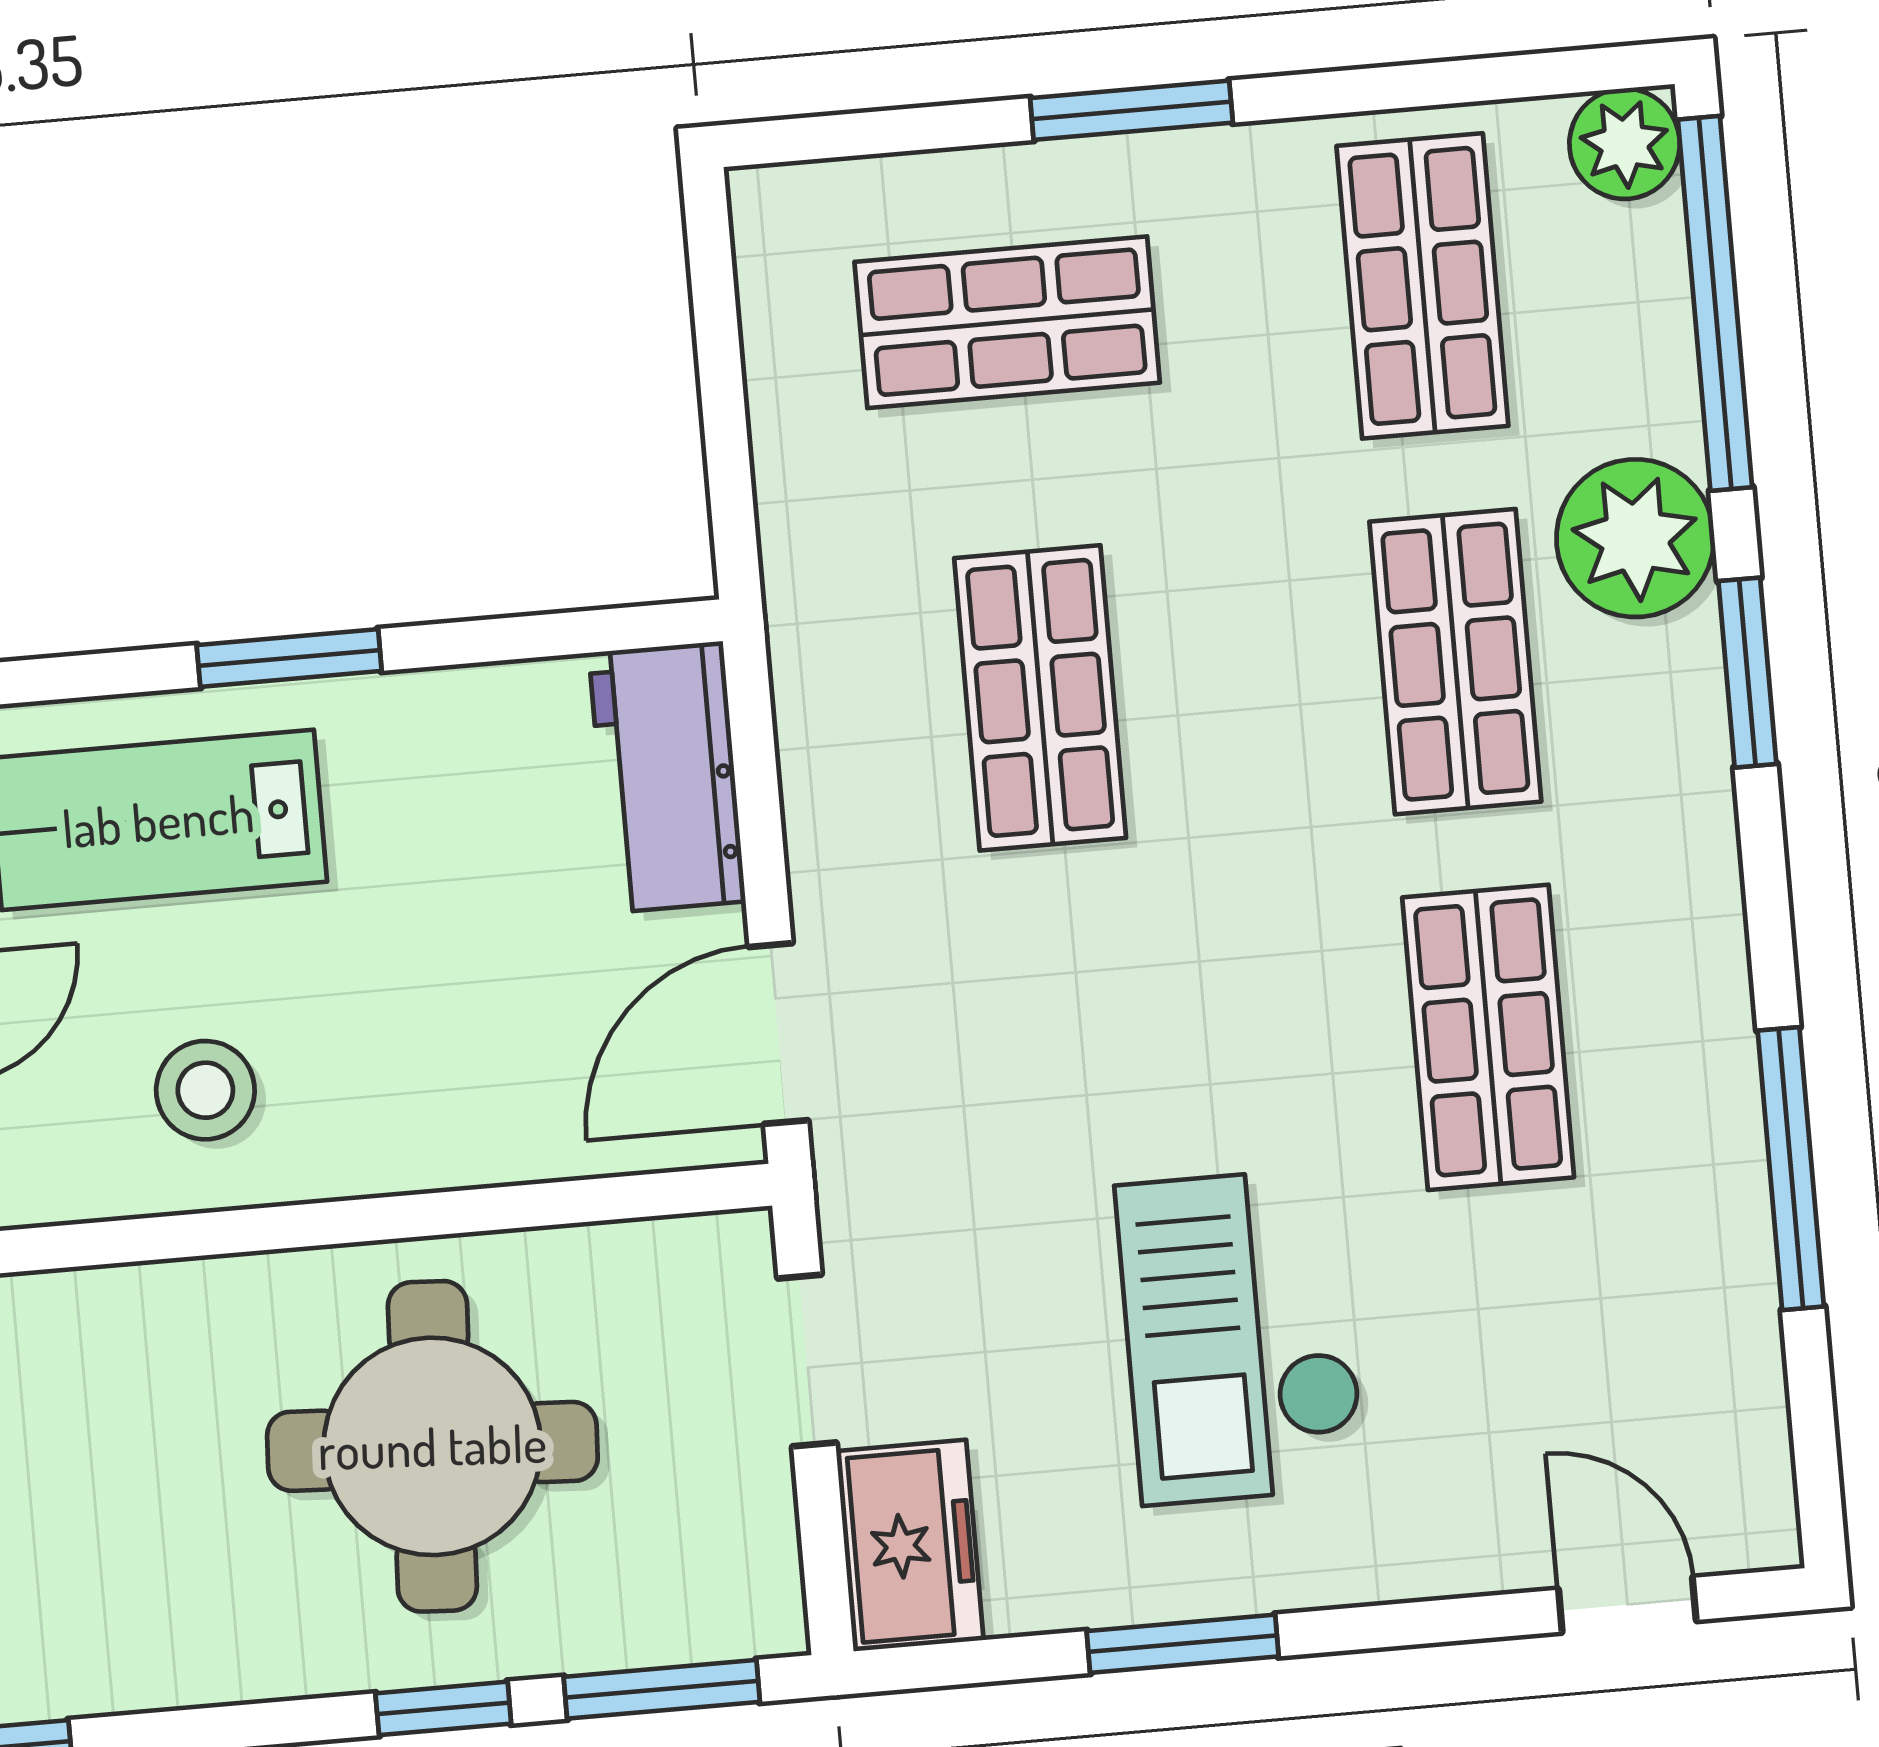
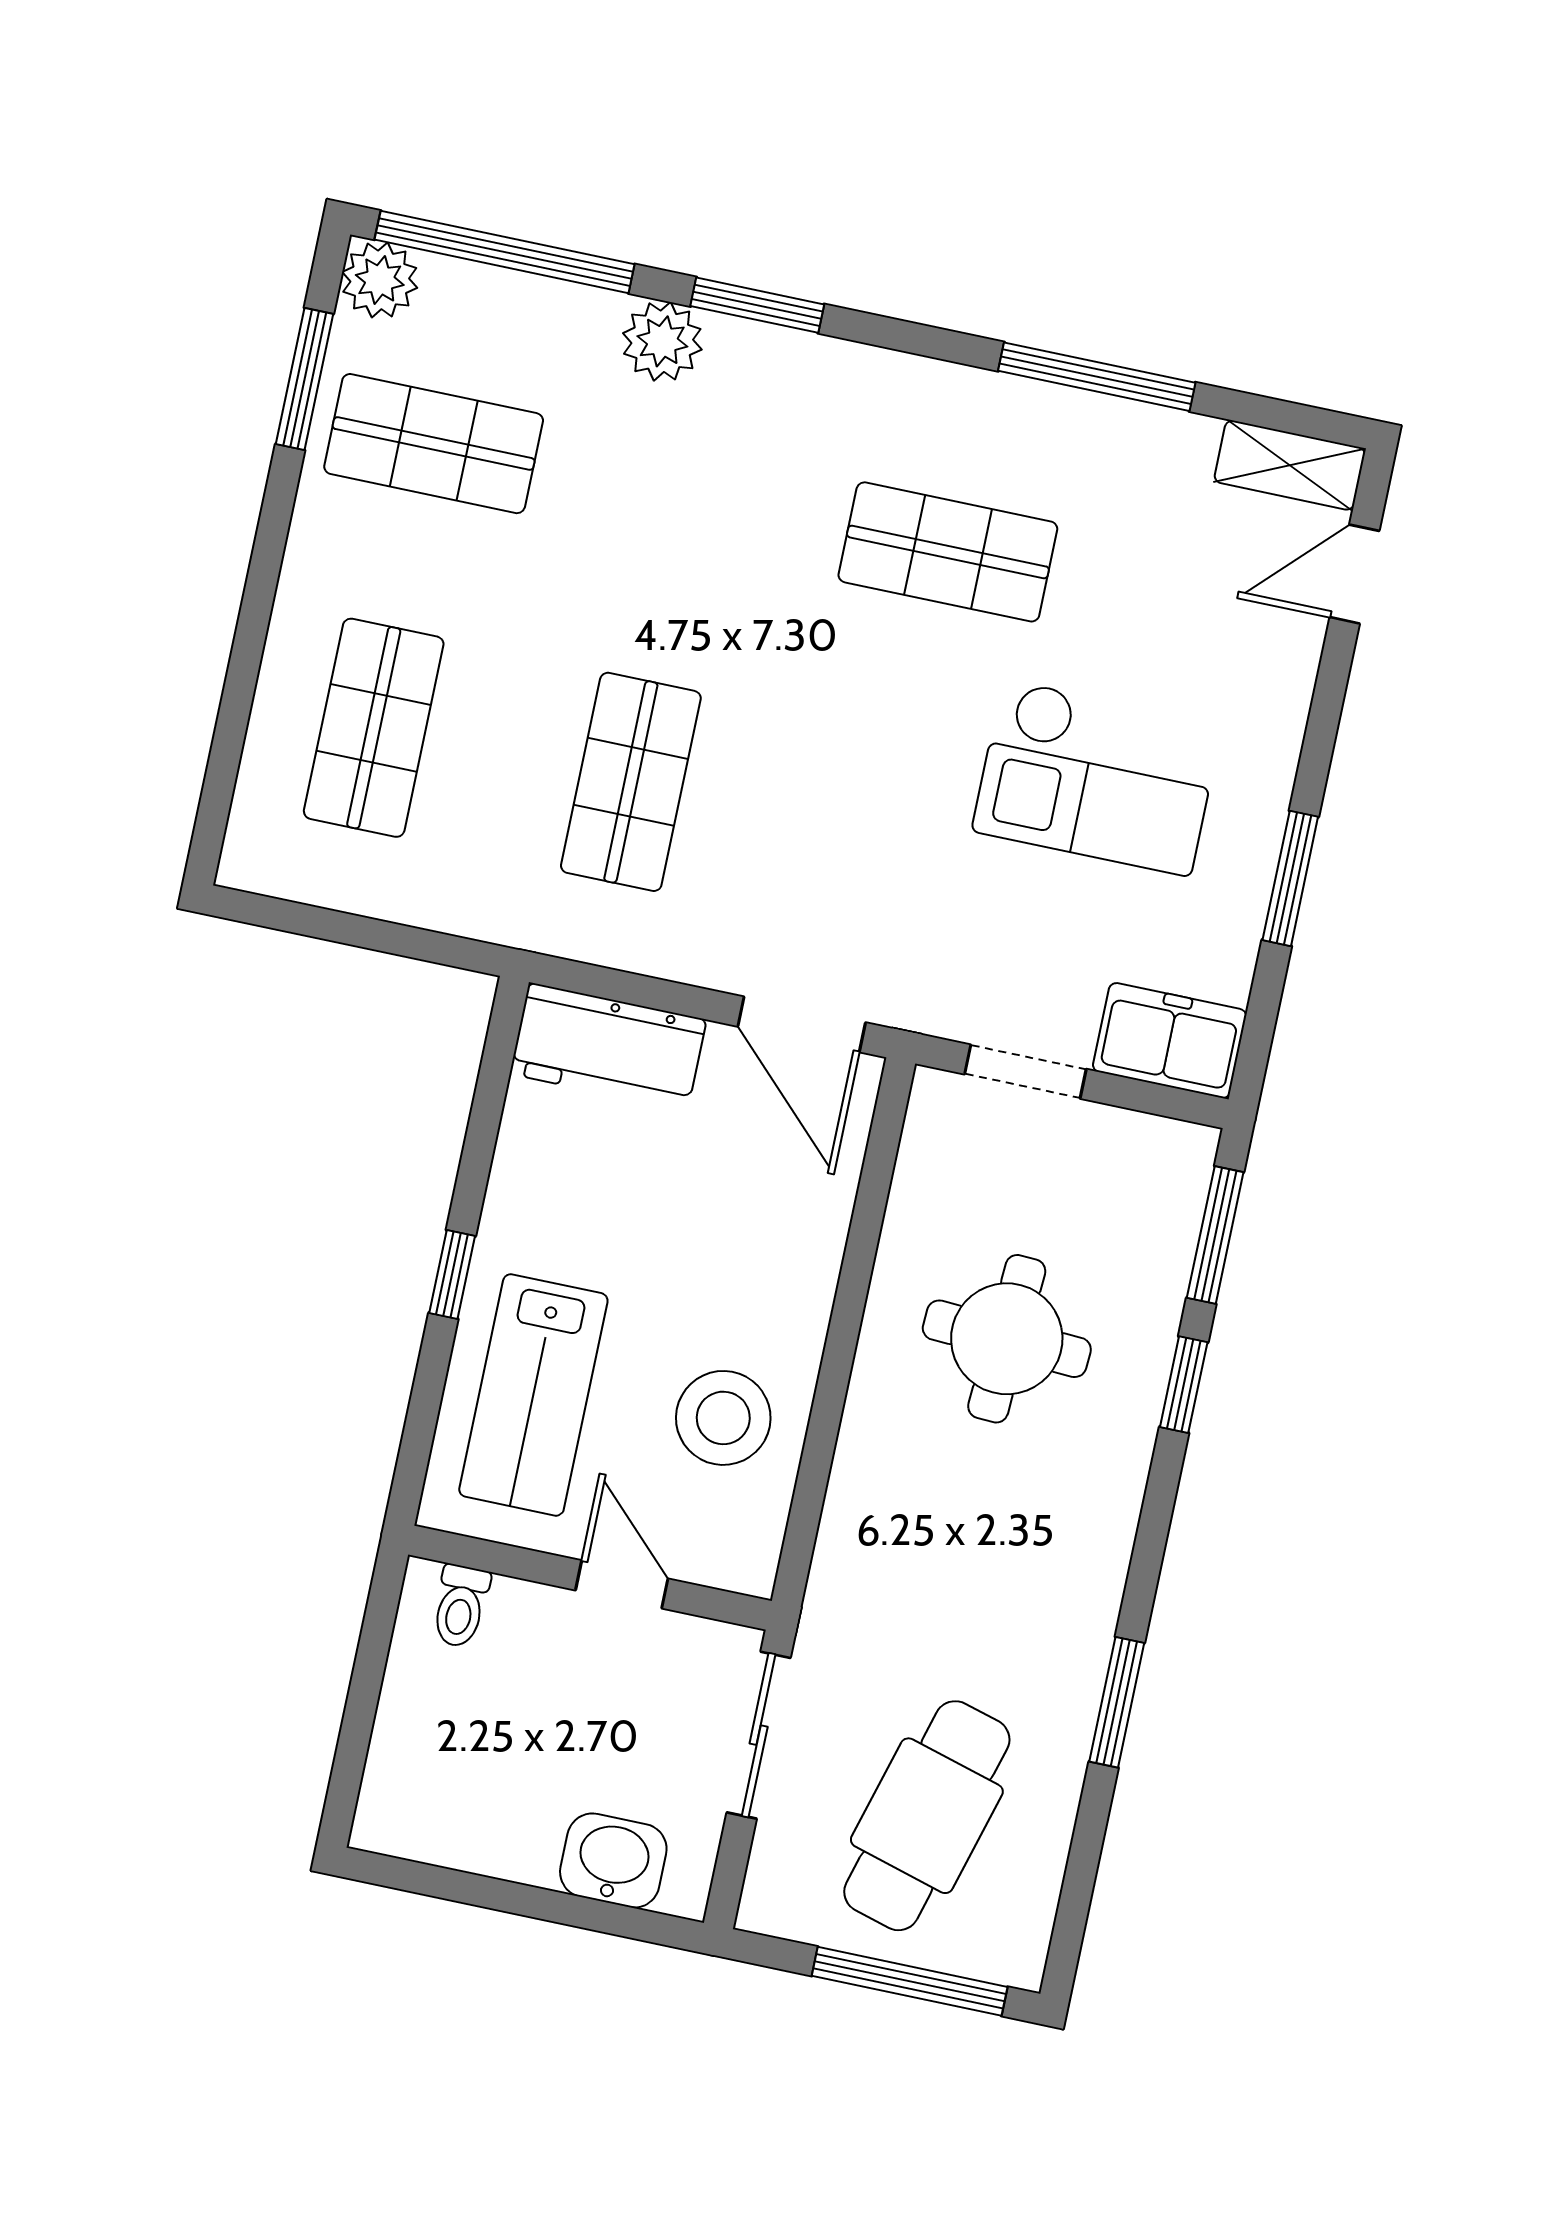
window: (1131, 110) -> (305, 379), moved
plant: (1635, 538) -> (662, 341), width x0.73, depth x0.73
window: (289, 658) -> (452, 1275), width x0.67
shop shelf: (1455, 662) -> (691, 498), removed
shop shelf: (1040, 698) -> (631, 782), turned 90
stool: (205, 1090) -> (723, 1418), width x1.38, depth x1.38
round table: (432, 1446) -> (1007, 1339), width x0.73, depth x0.73
shelving: (1750, 1470) -> (1290, 465), added

